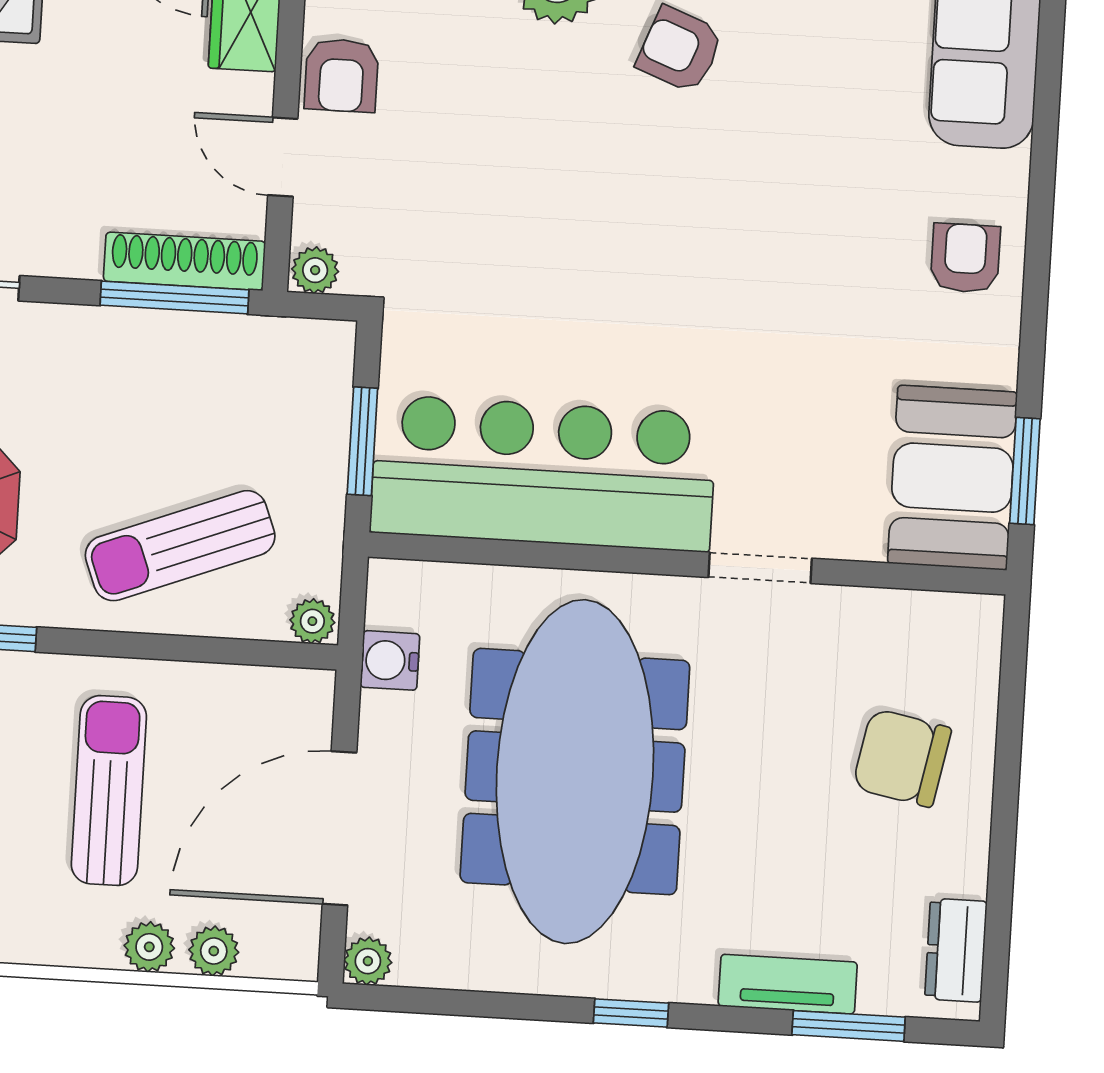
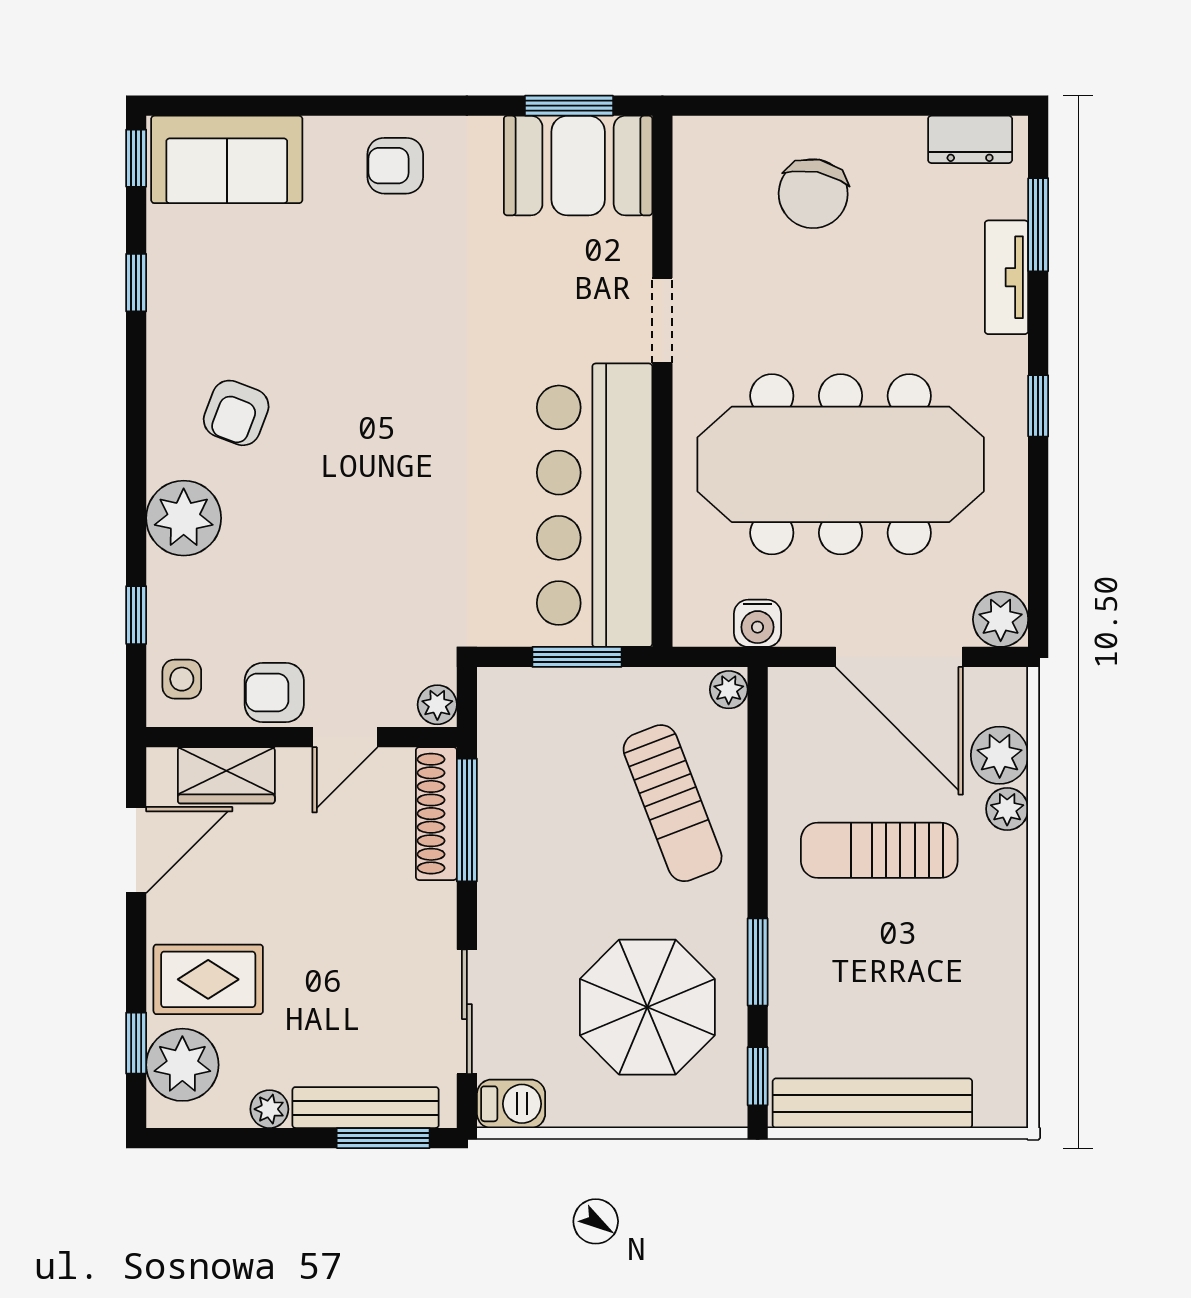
armchair: (341, 75) -> (274, 692), turned 180
plant: (214, 951) -> (1000, 755), width x1.38, depth x1.38
plant: (368, 961) -> (1001, 619), width x1.38, depth x1.38

